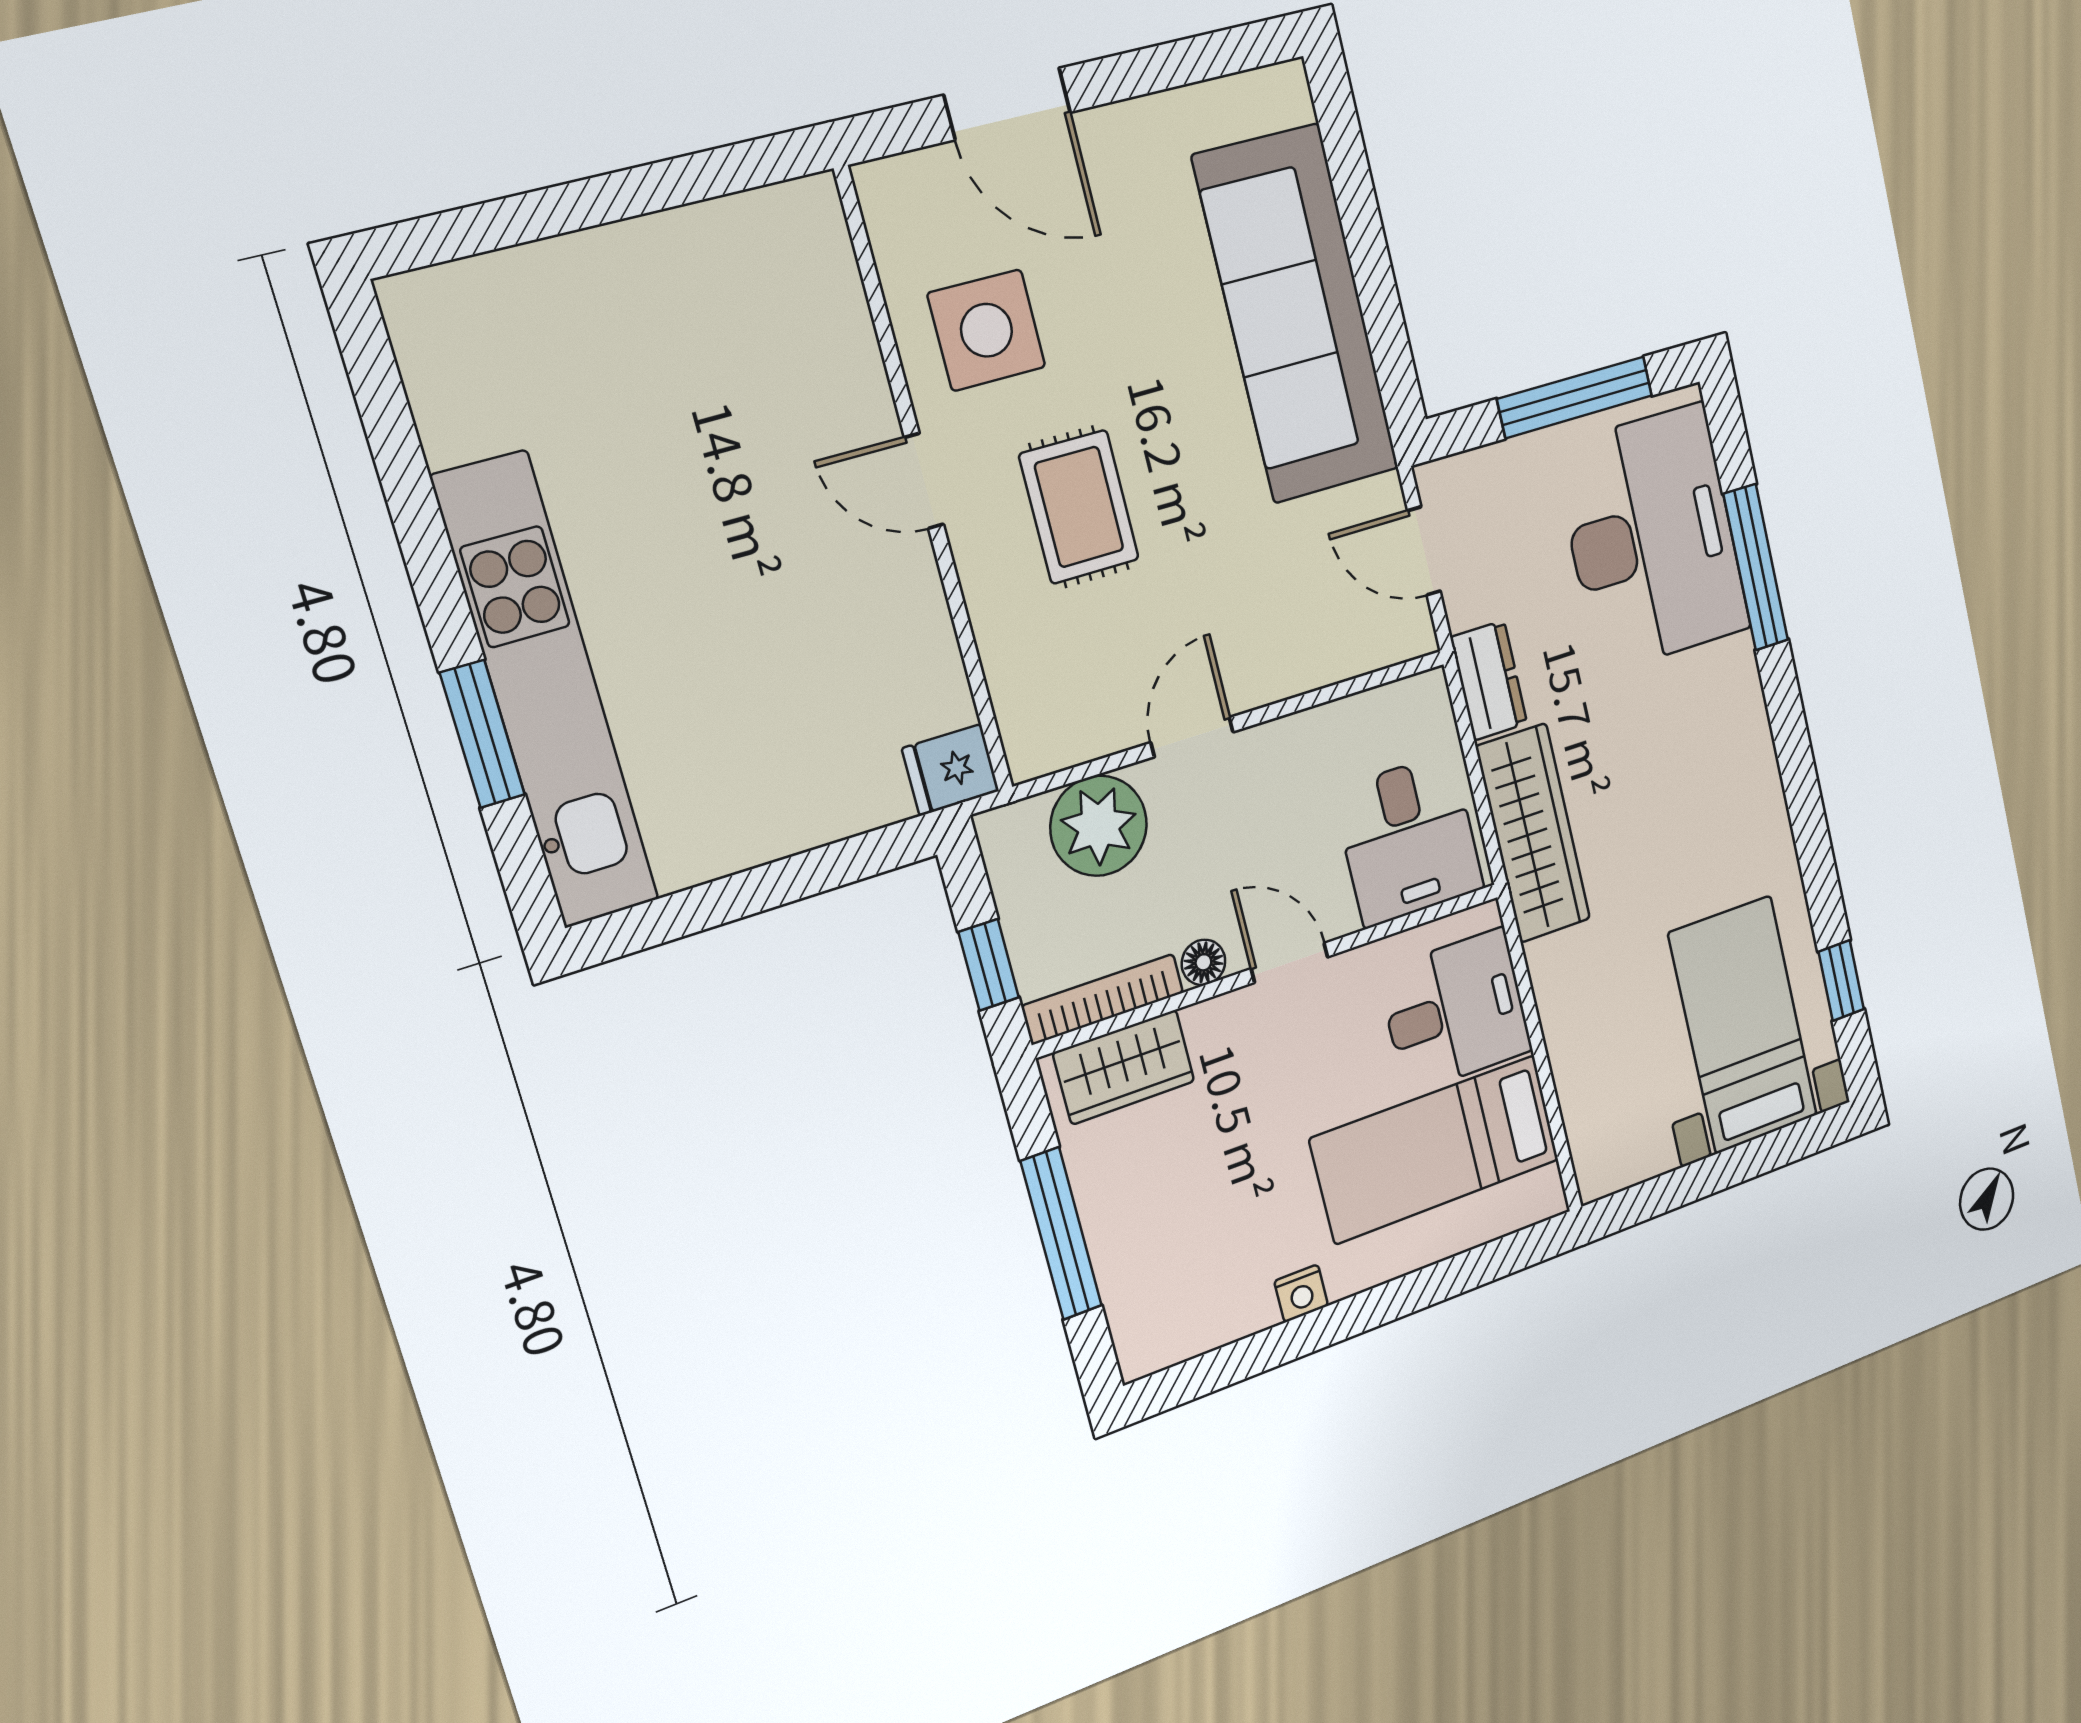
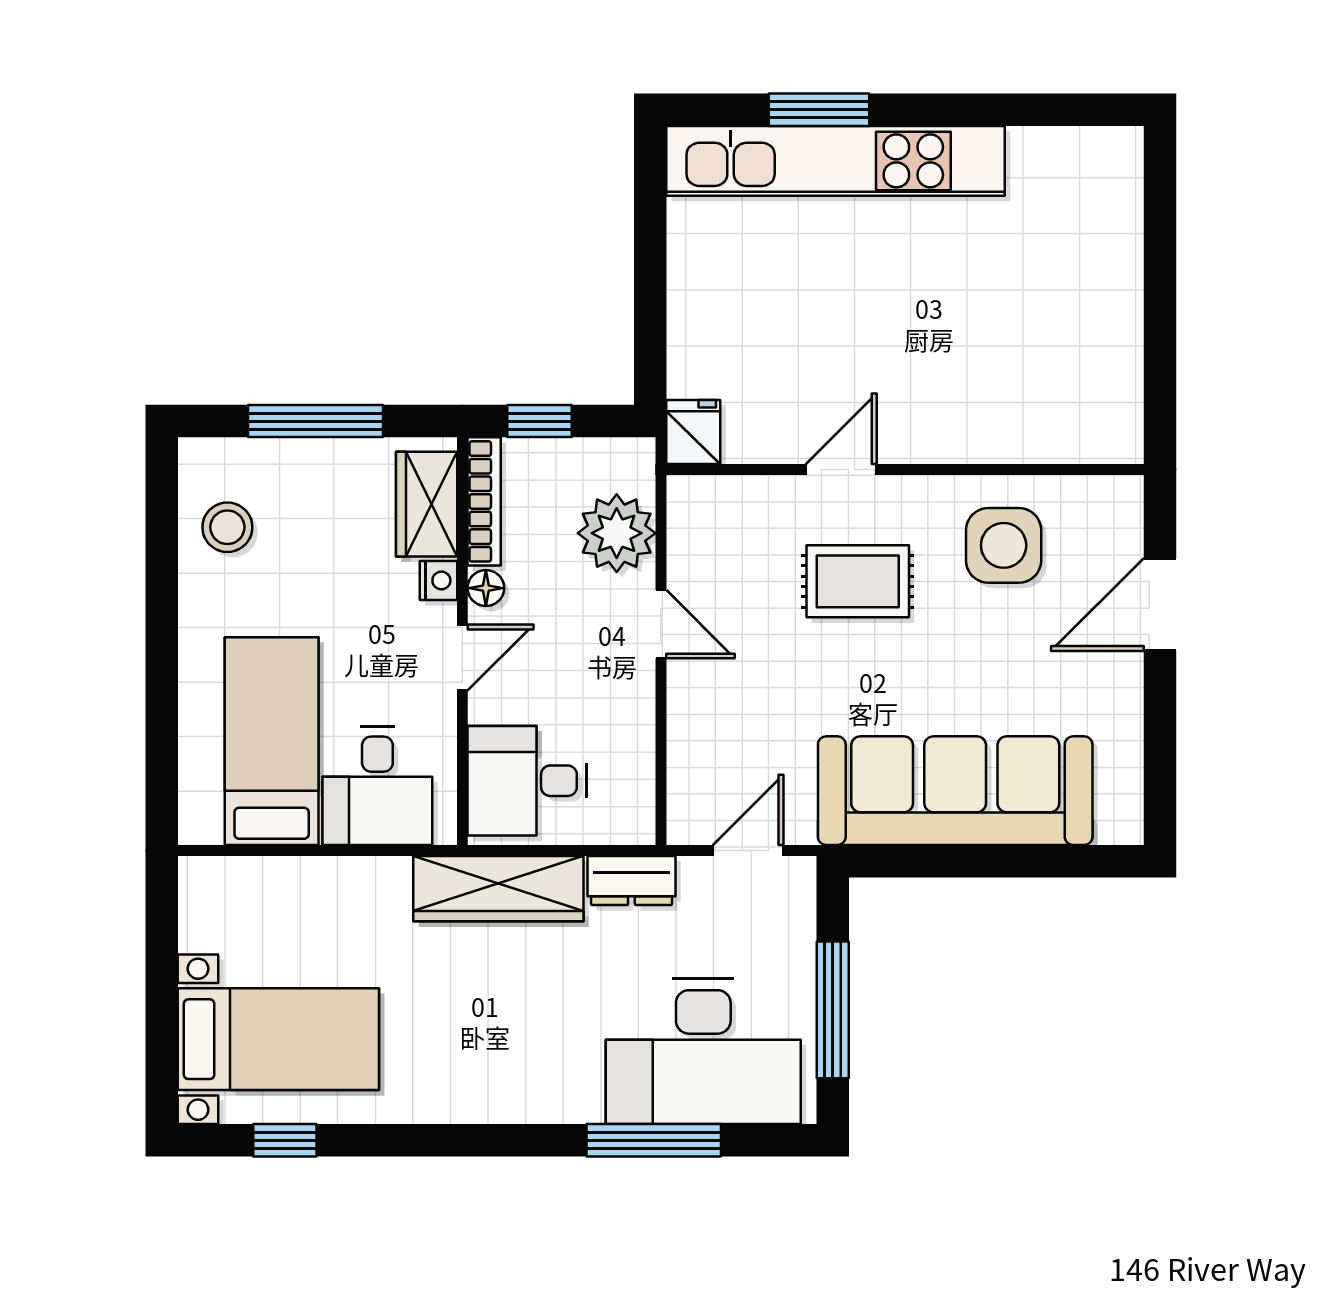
door: (924, 481) -> (841, 469), moved
stool: (1211, 1290) -> (227, 527), added
nightstand: (1301, 1293) -> (438, 580), moved, turned 180

